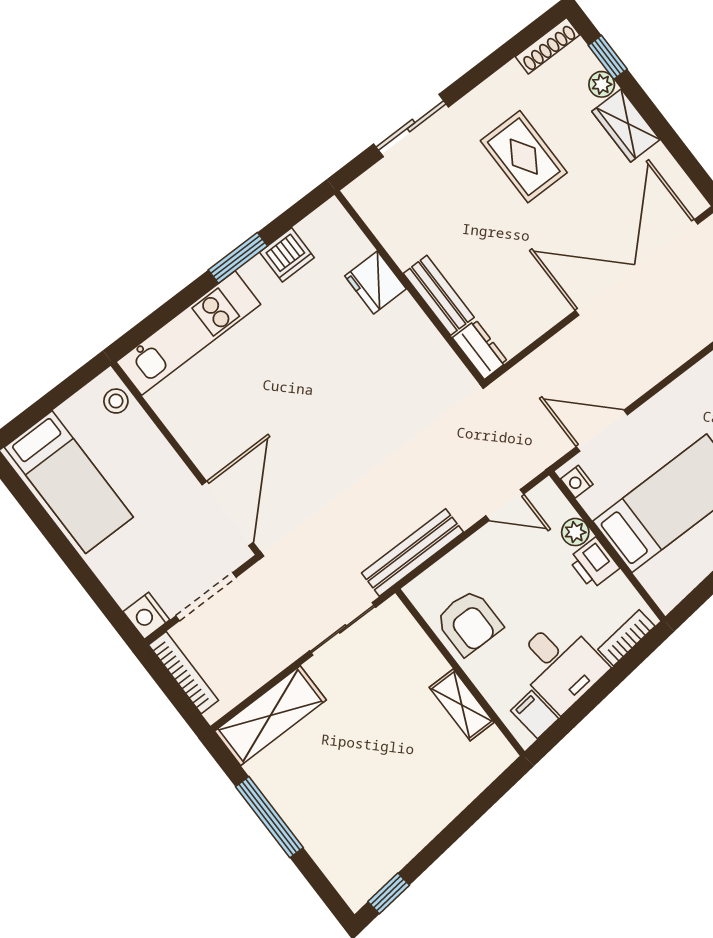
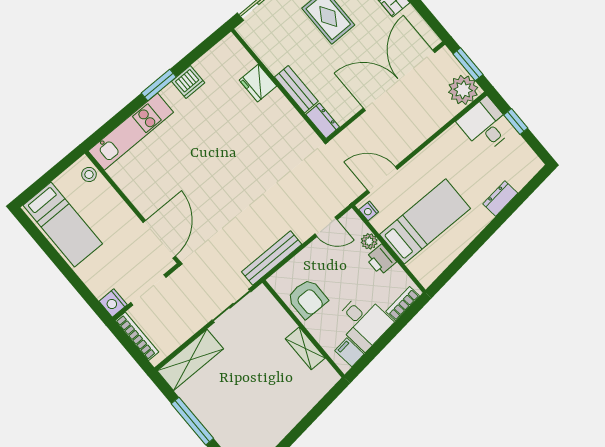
fridge: (376, 282) -> (258, 83), moved
wall: (409, 287) -> (278, 85), moved
bench: (439, 295) -> (296, 89), moved
dresser: (480, 350) -> (323, 121), moved

